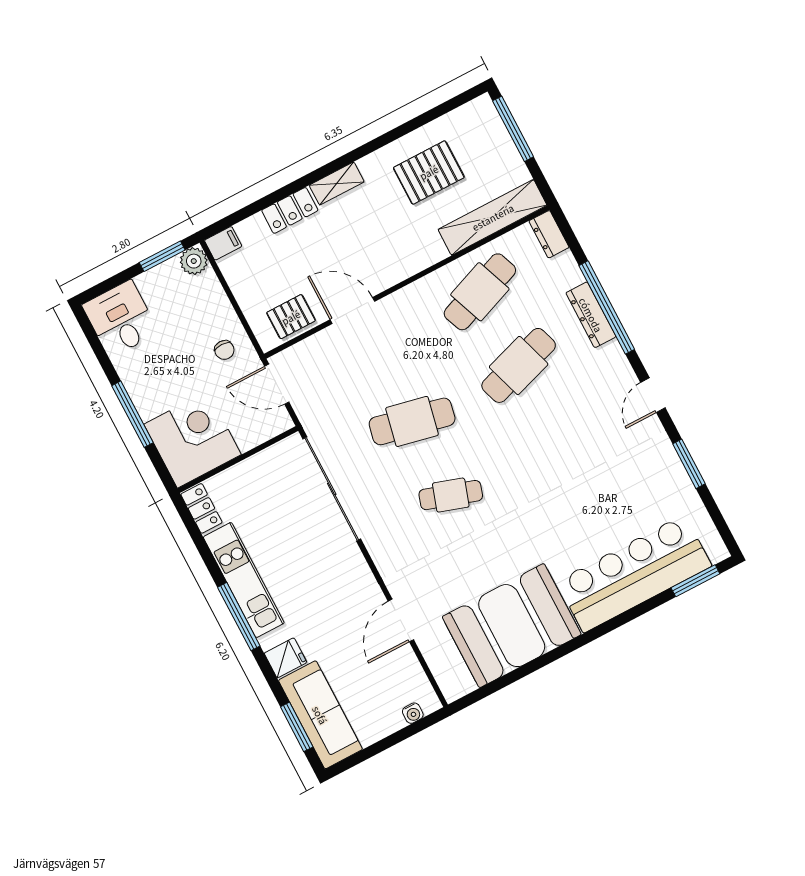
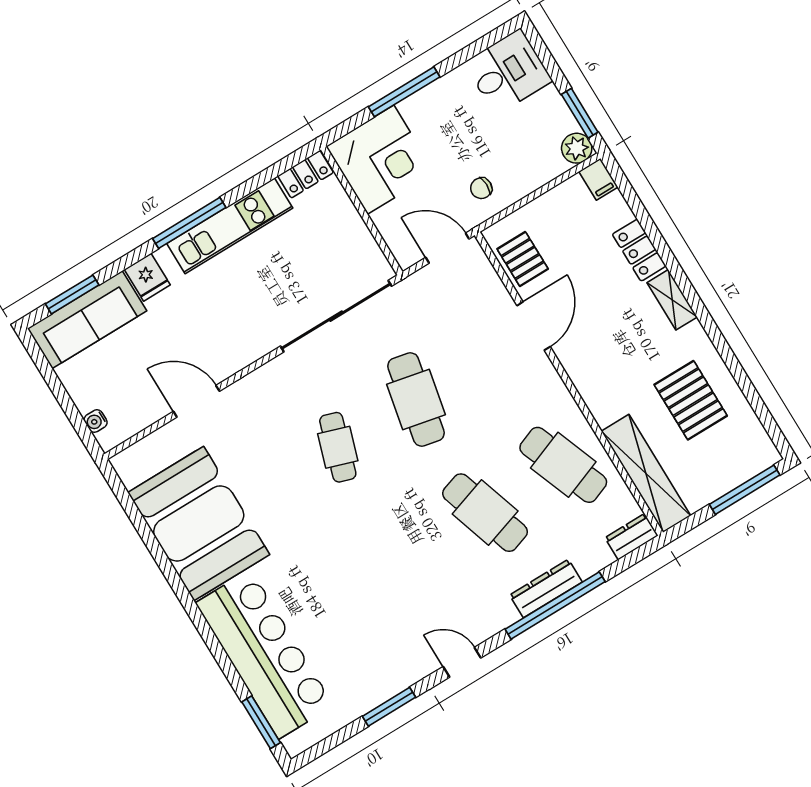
door: (277, 384) -> (447, 248), hinge flipped

